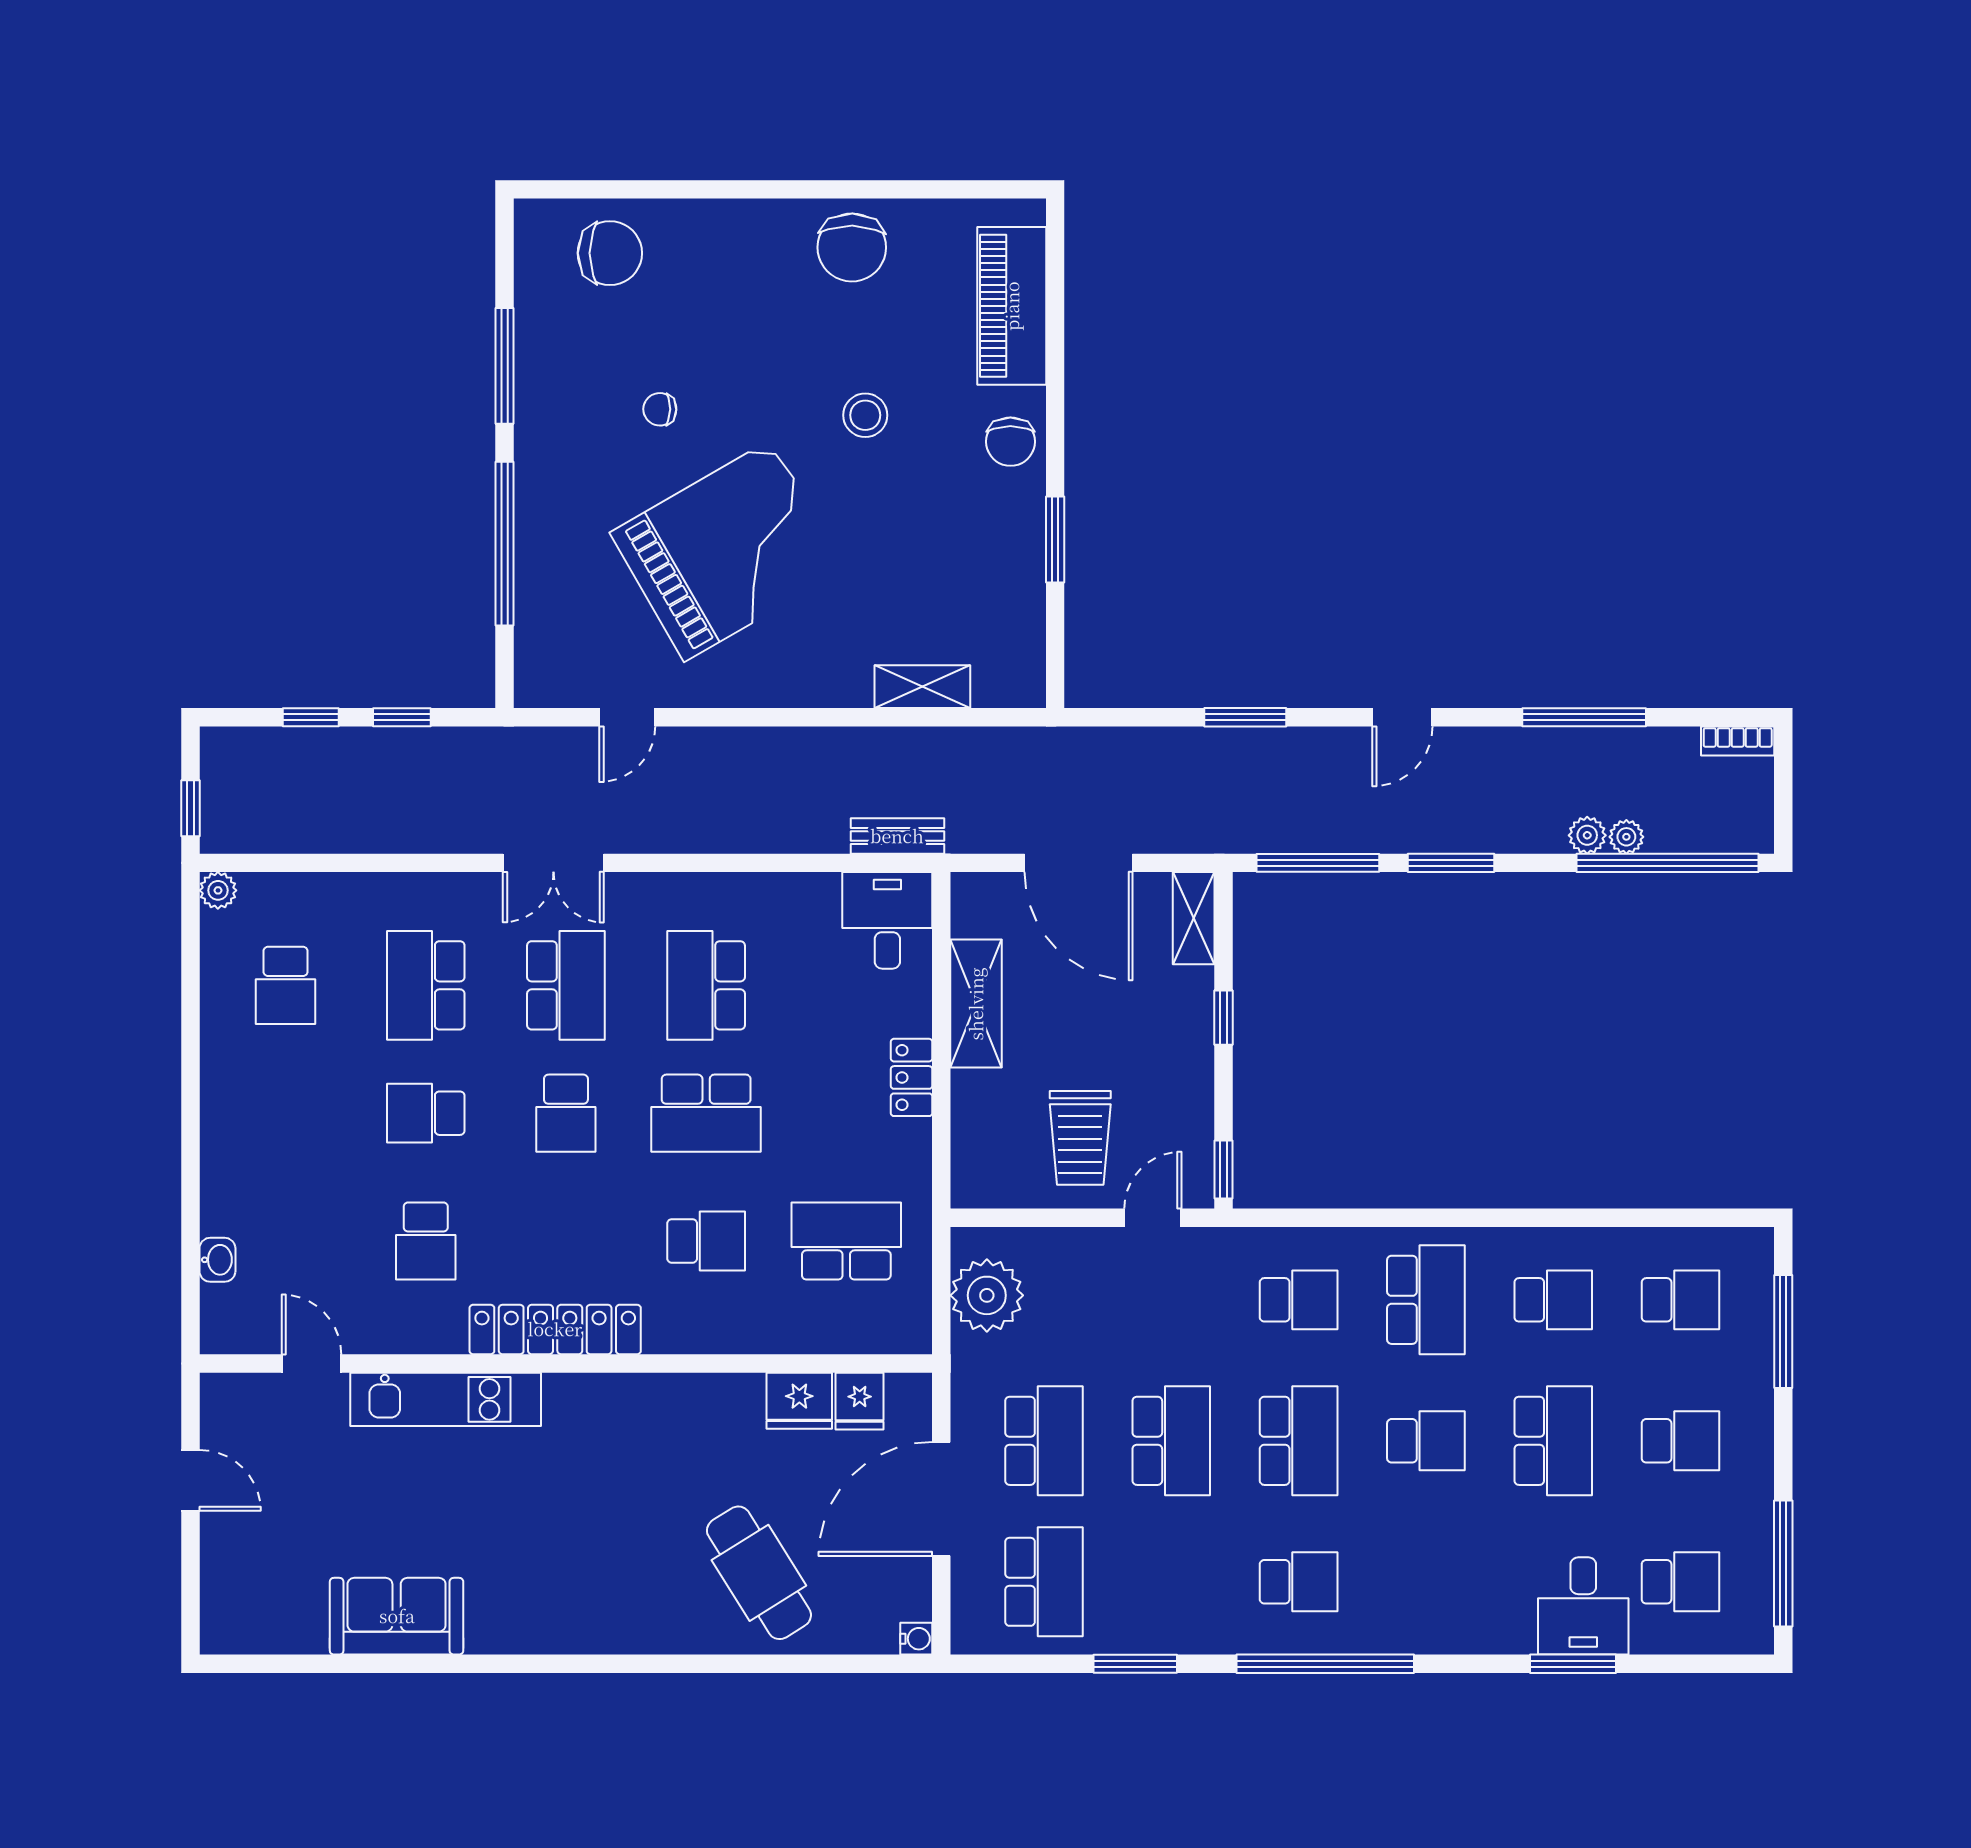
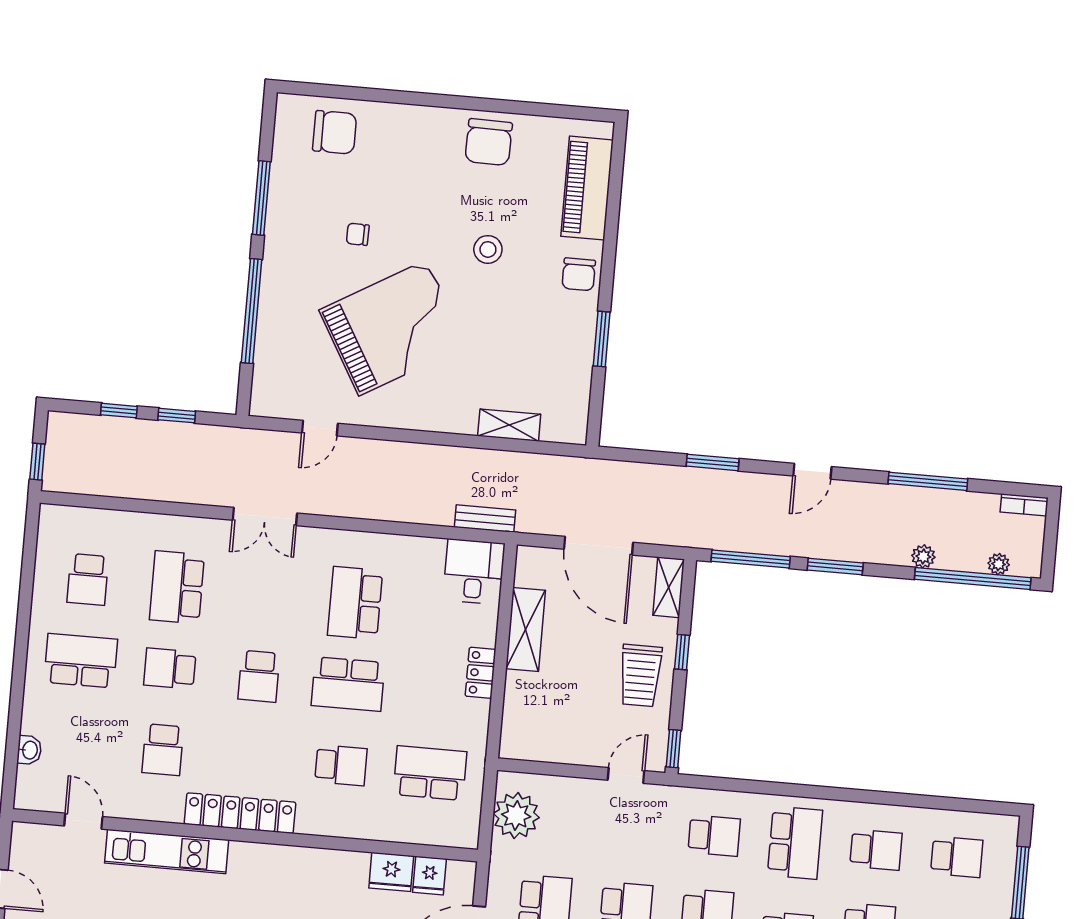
plant: (1626, 837) -> (999, 564), moved
plant: (218, 890) -> (50, 515), removed
school desk: (566, 985) -> (81, 661), moved, turned -90
trolley: (1080, 1138) -> (640, 676), moved

